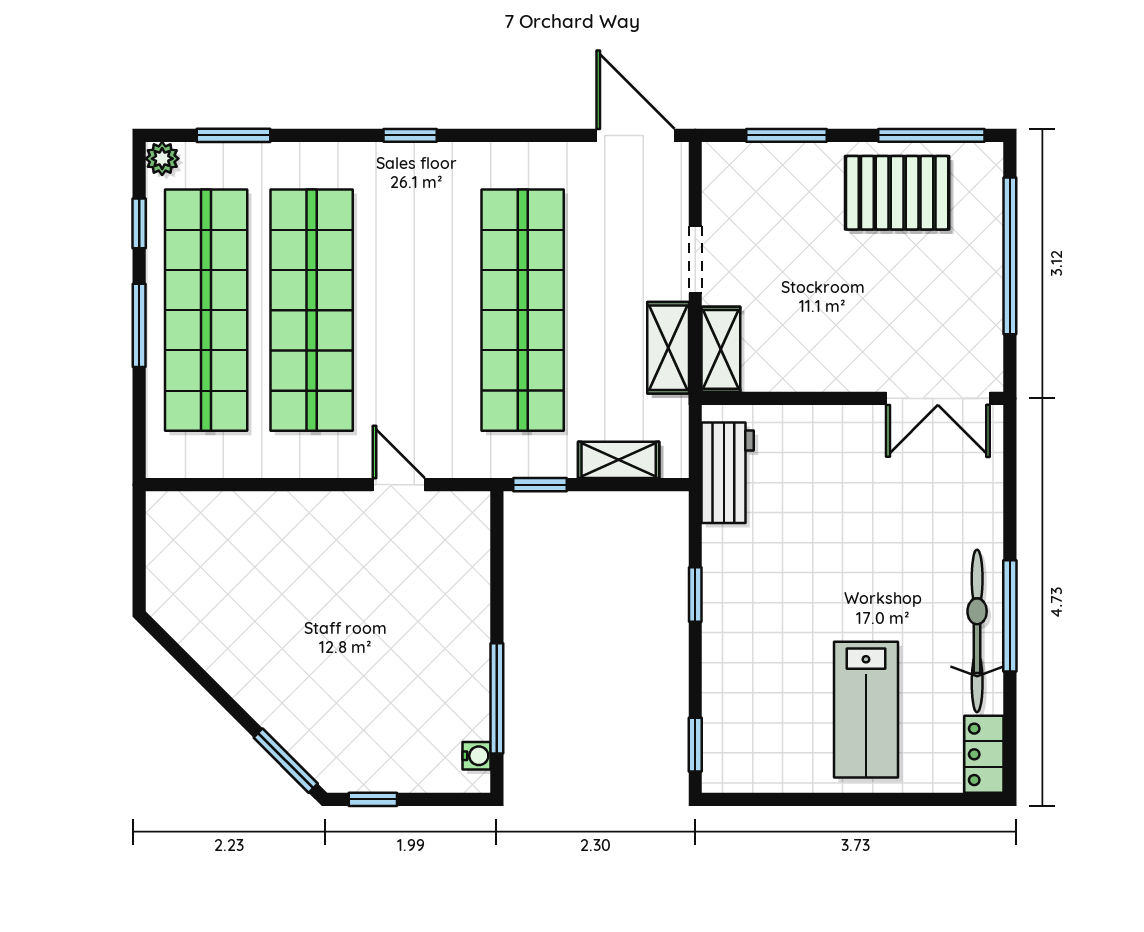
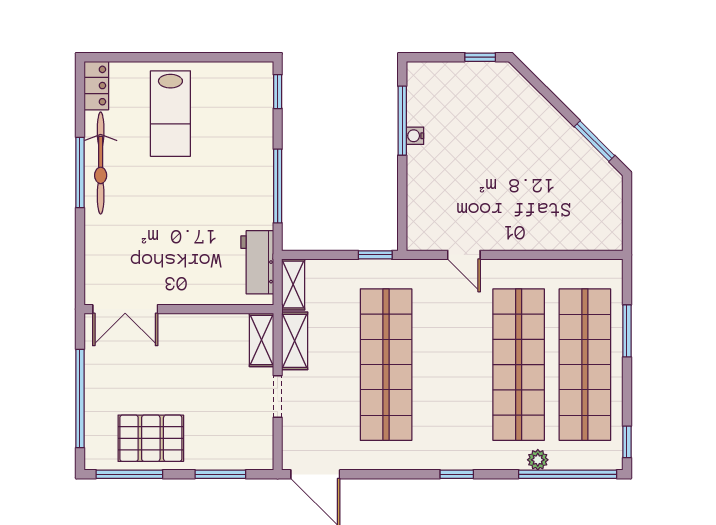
window: (234, 135) -> (568, 474), width x2.11
plant: (162, 159) -> (538, 460), moved
window: (139, 223) -> (627, 442), moved
window: (139, 325) -> (627, 331), moved
double door: (938, 398) -> (125, 309), swing flipped
shelving: (619, 460) -> (293, 284), moved, turned 90
window: (695, 594) -> (278, 186), width x2.17
lab bench: (866, 710) -> (170, 114), turned 180
water cooler: (477, 756) -> (415, 136), moved
window: (286, 761) -> (594, 141), moved

